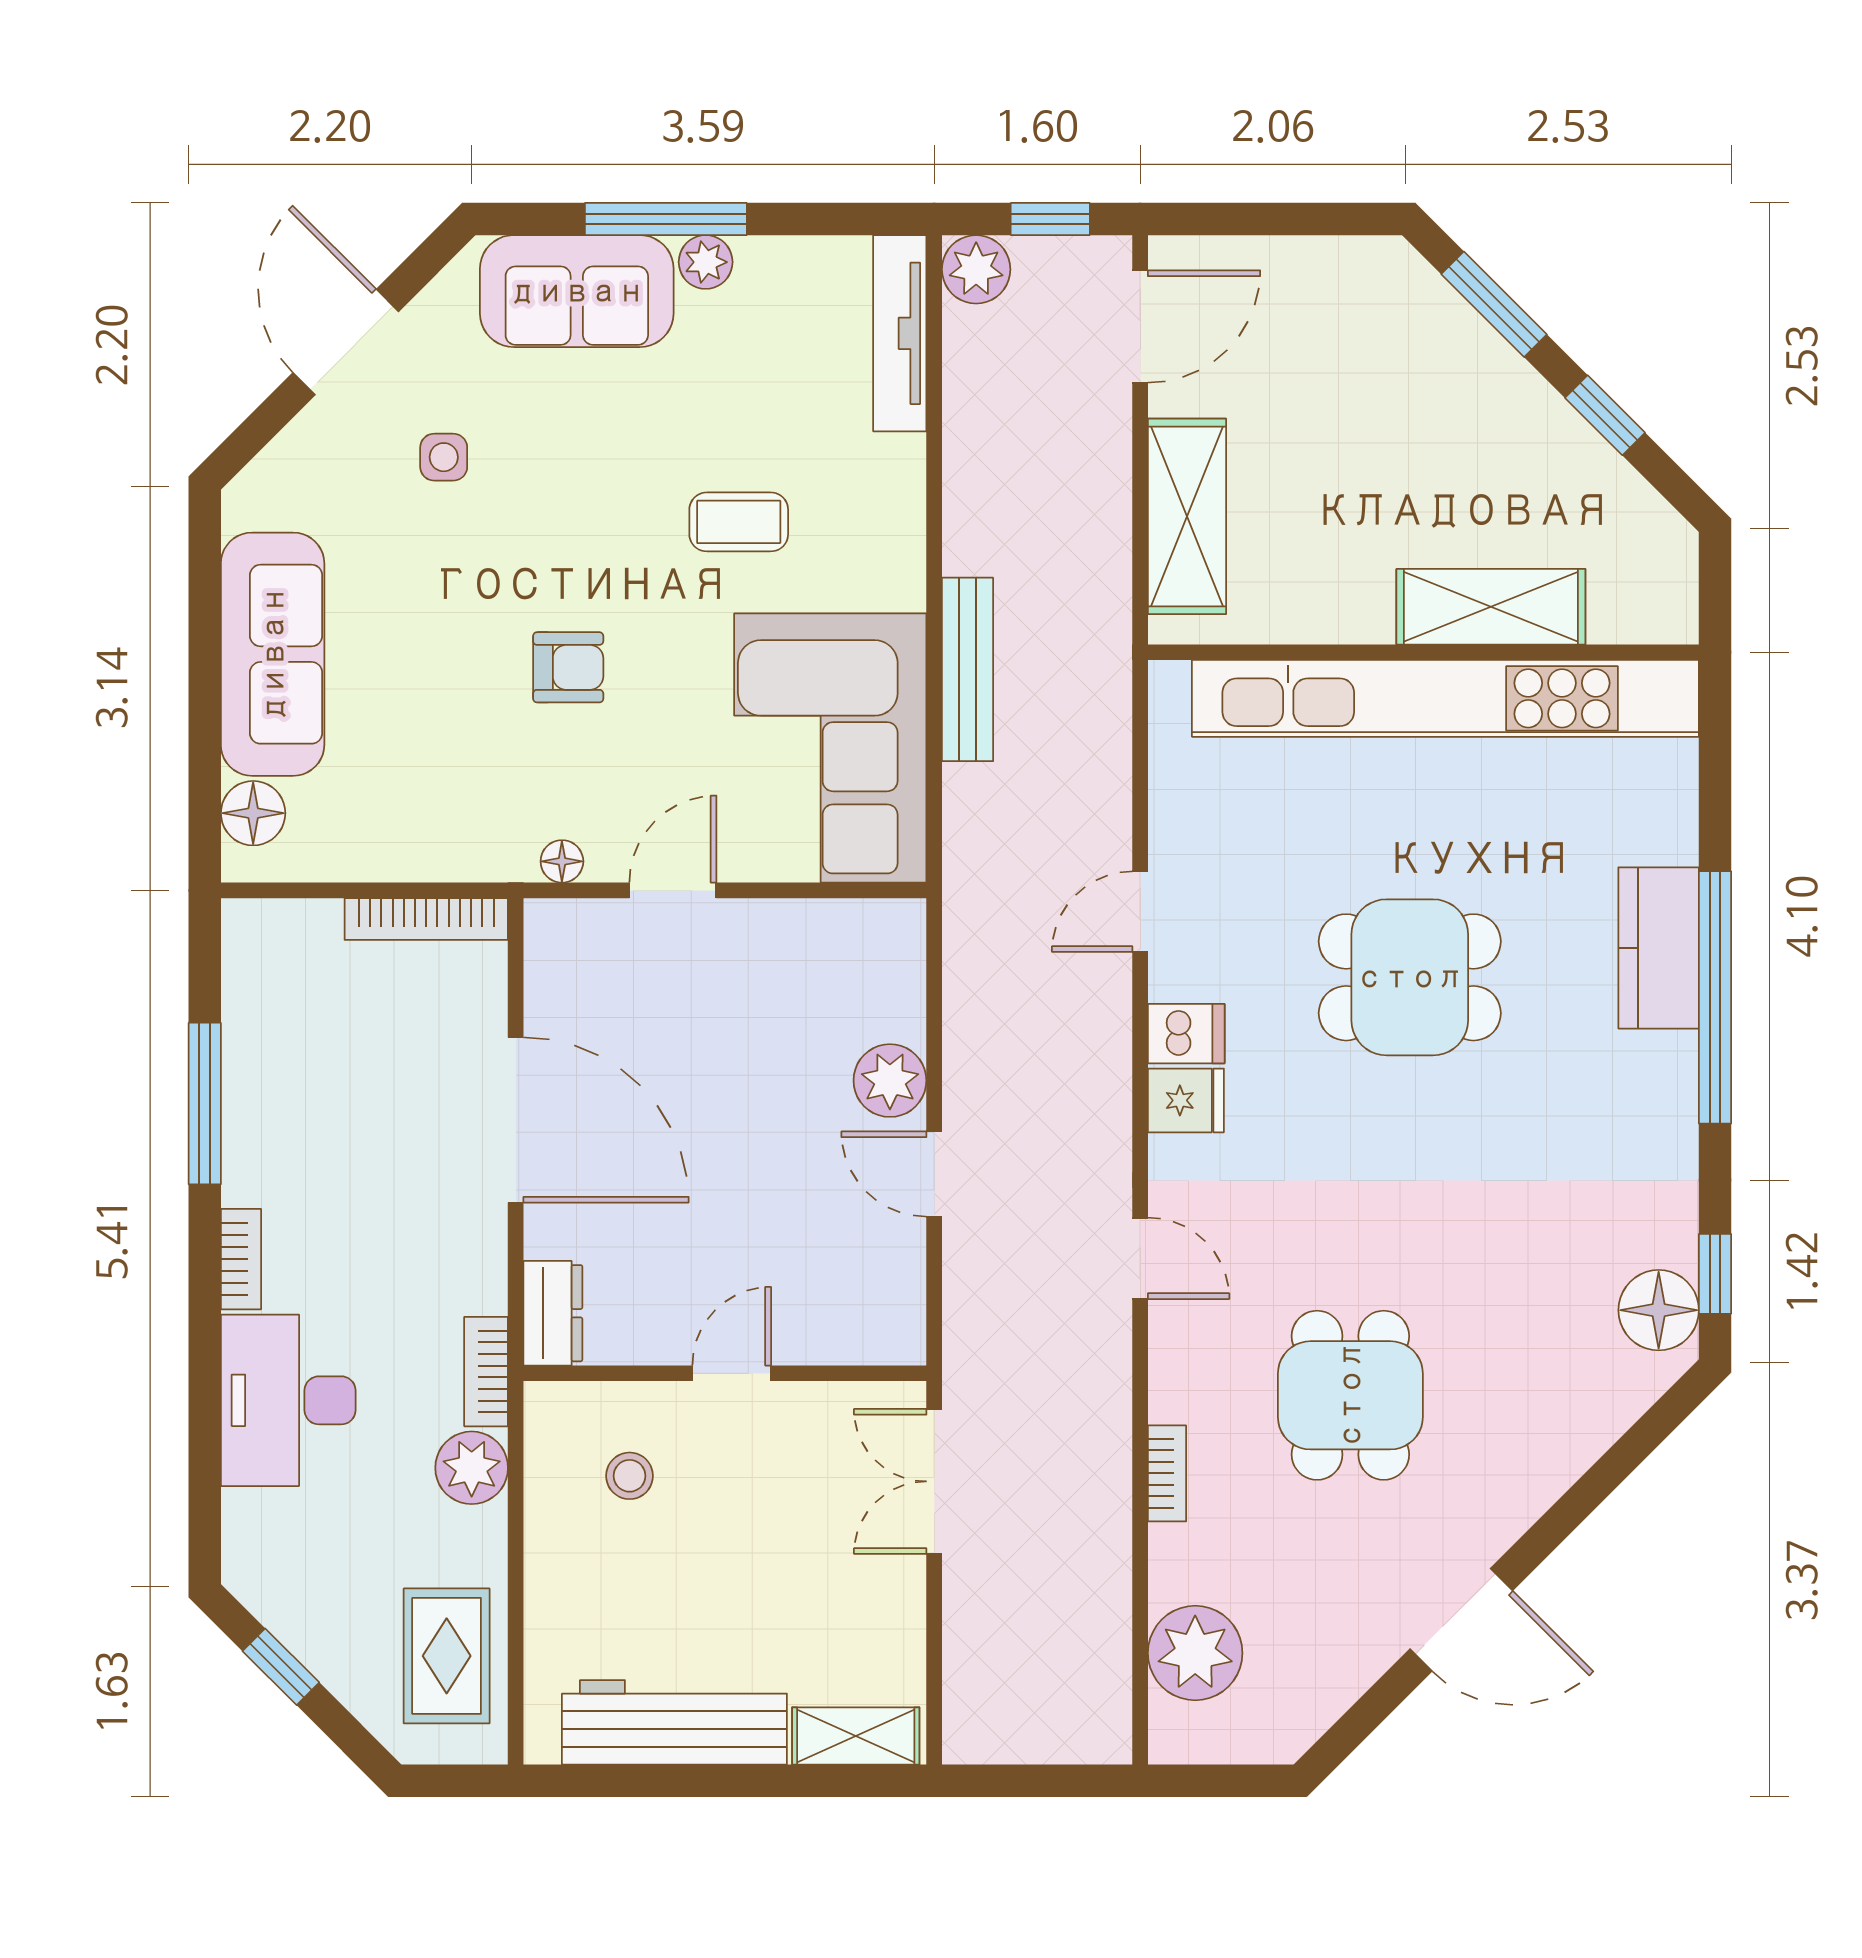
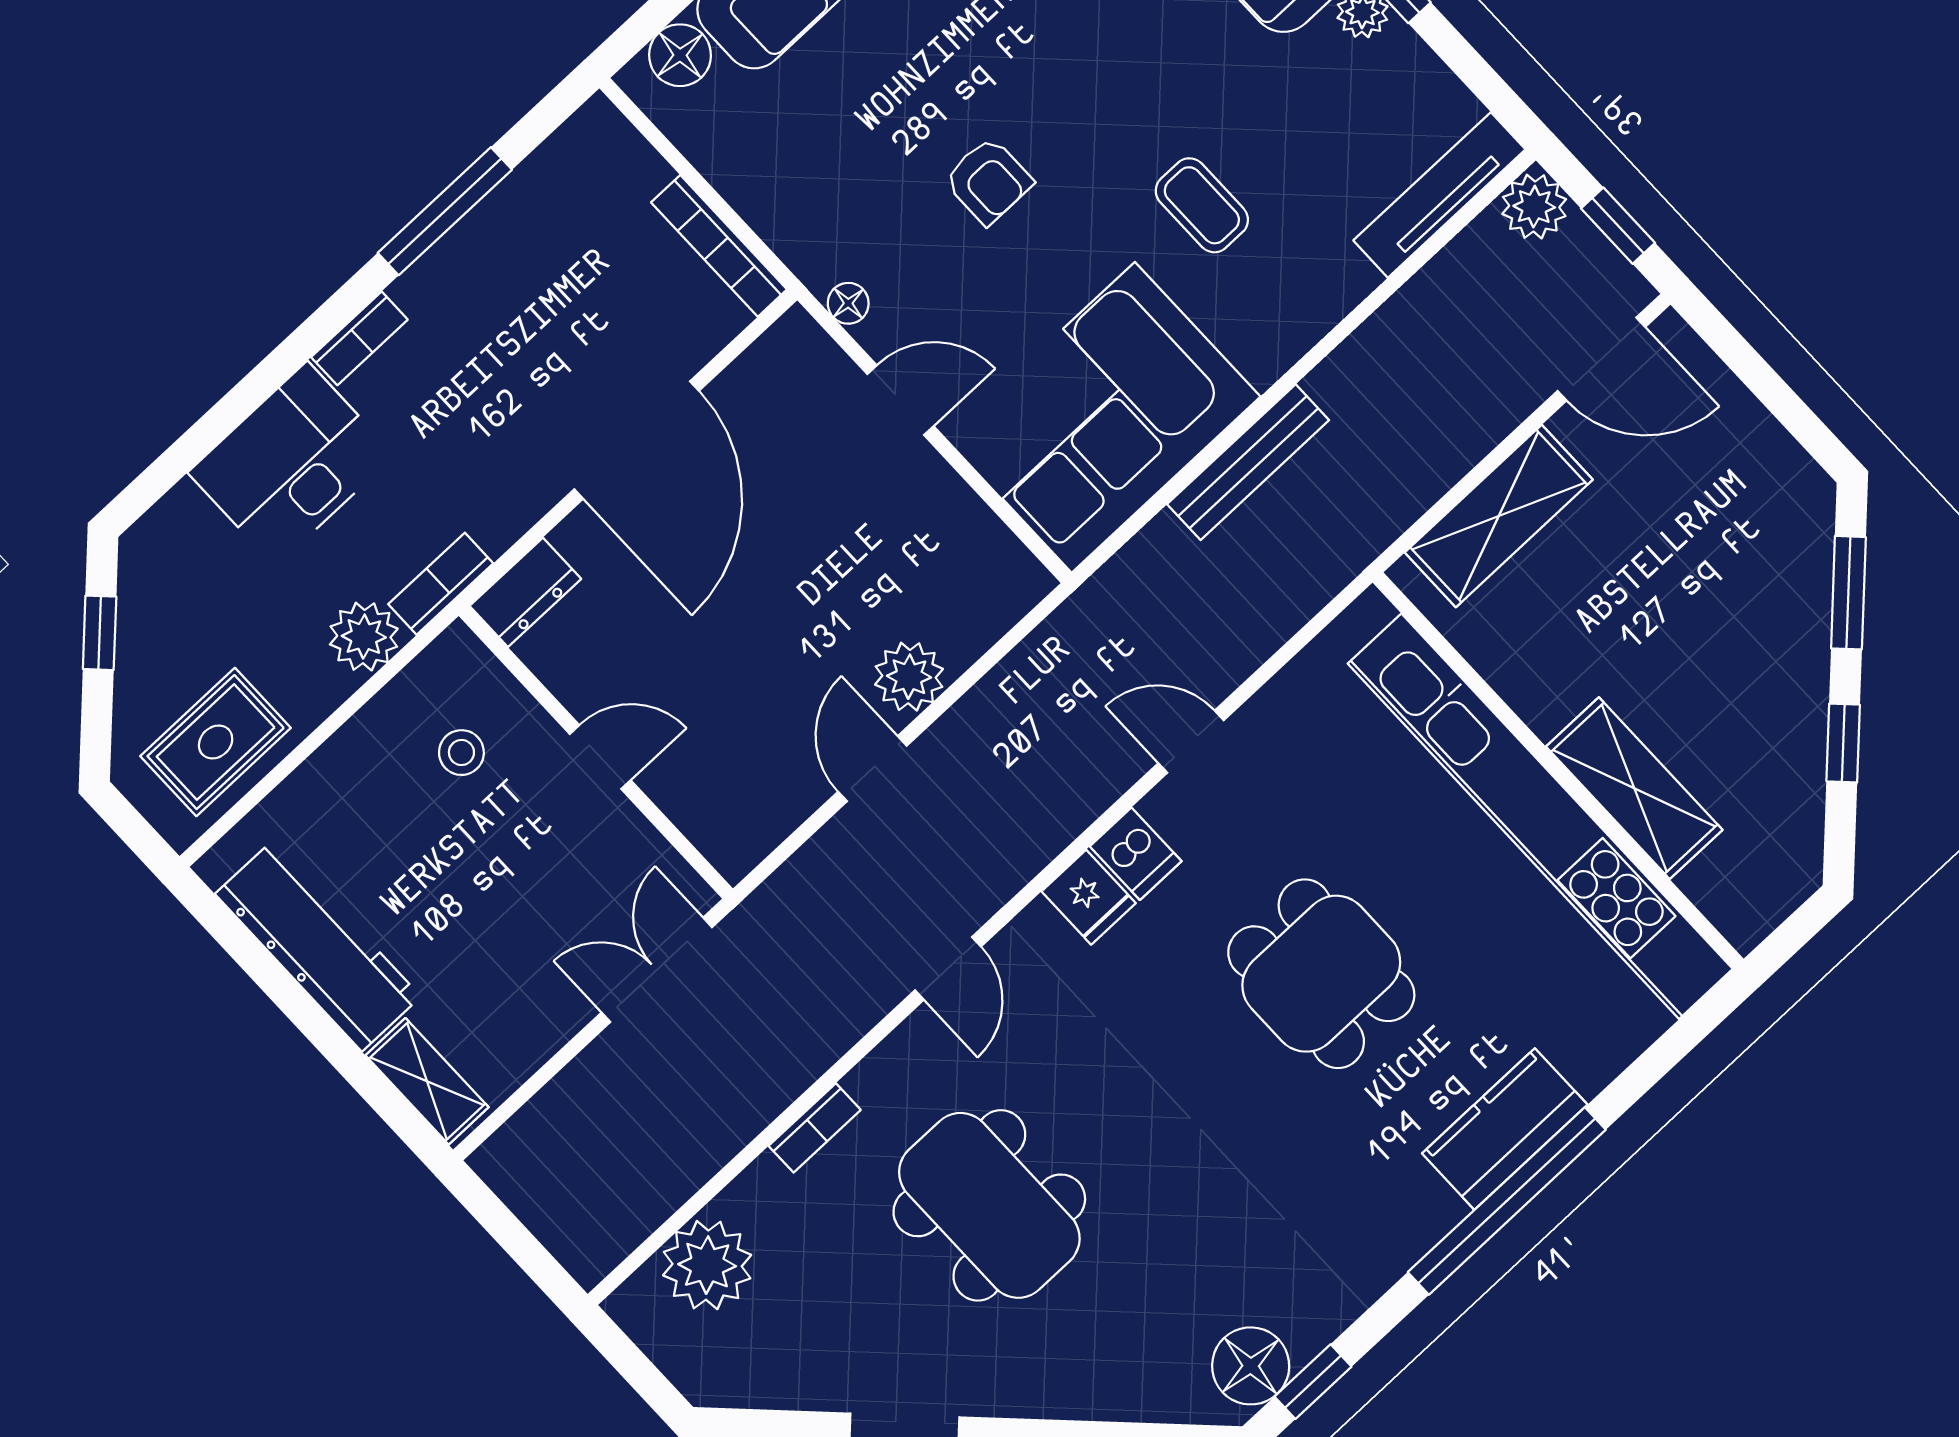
dining table: (1350, 1395) -> (989, 1205), width x1.38

